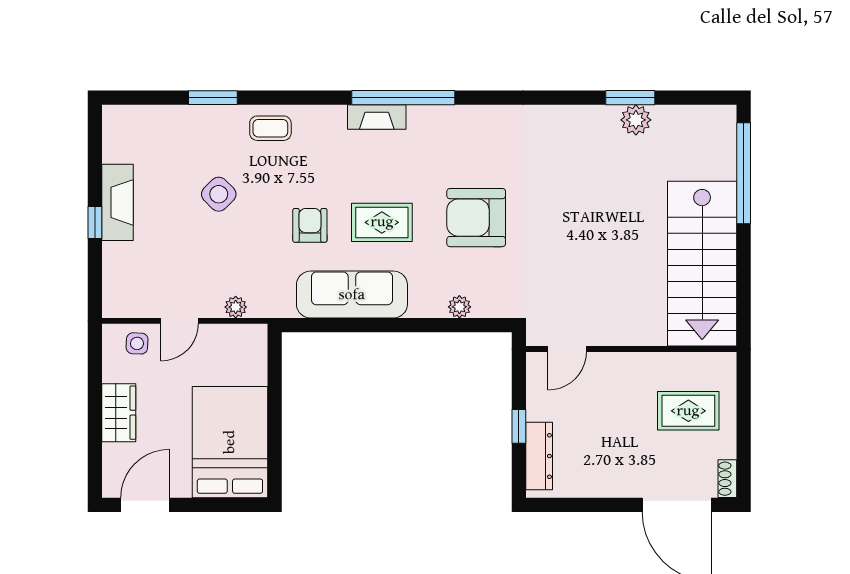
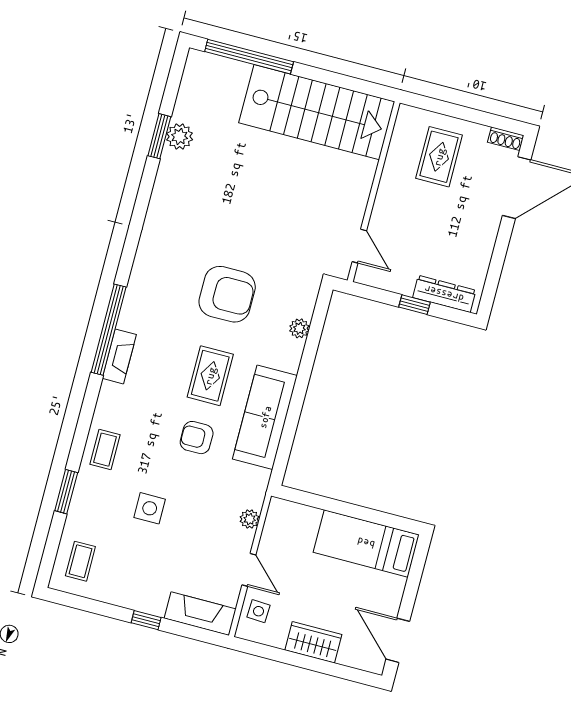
coffee table: (141, 133) -> (80, 561), added
side table: (219, 194) -> (150, 508), turned 45
fireplace: (118, 202) -> (200, 614), moved
armchair: (476, 218) -> (227, 294), turned -90
bed: (230, 442) -> (366, 543), width x0.67

